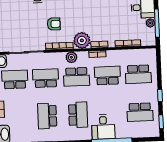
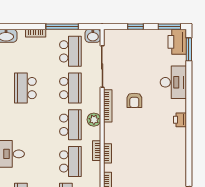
plant: (82, 40) -> (113, 133), removed
school desk: (77, 77) -> (70, 125), turned 180
school desk: (78, 115) -> (25, 125), removed
school desk: (47, 116) -> (25, 88), turned -90

